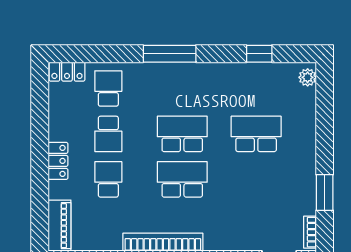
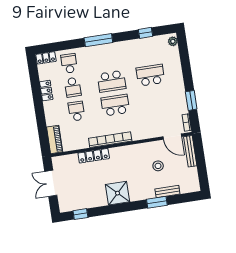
school desk: (182, 134) -> (112, 81), turned 180
locker: (58, 161) -> (46, 91), moved

